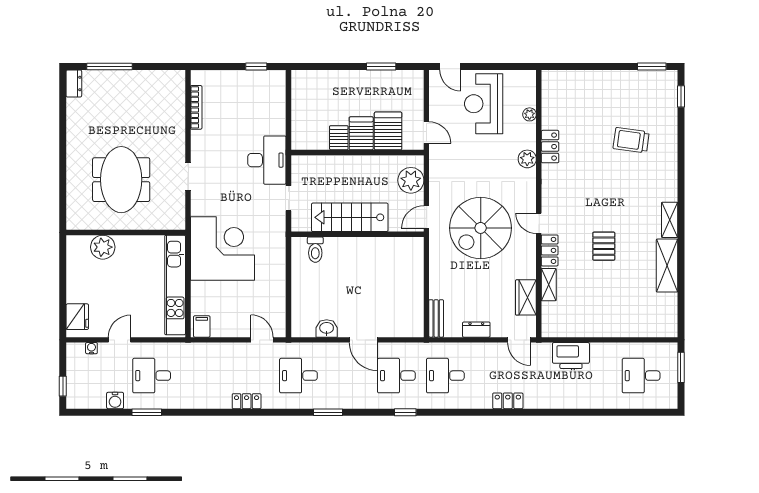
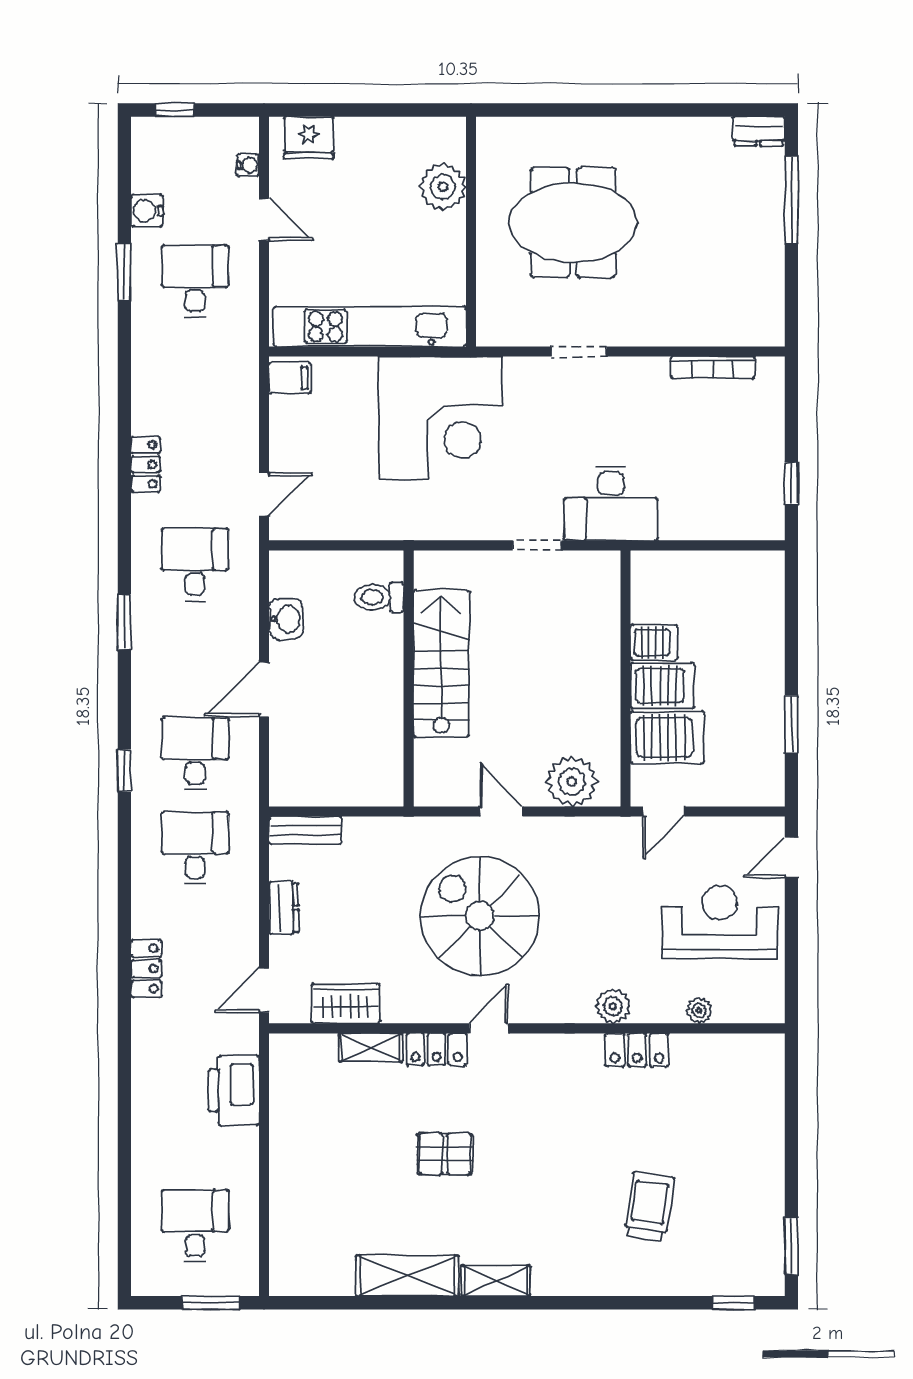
stairs: (350, 217) -> (441, 664), moved
wall: (357, 234) -> (409, 678), moved
toilet: (315, 250) -> (379, 597), moved

